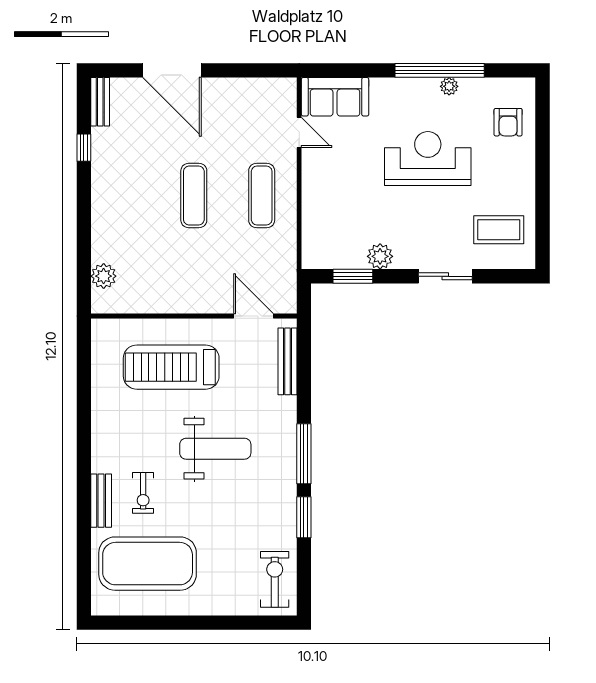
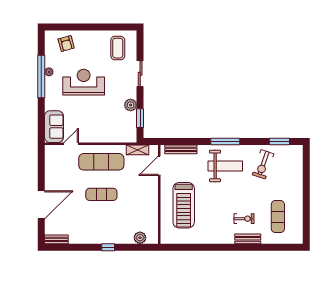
armchair: (508, 122) -> (66, 44), turned 75
window: (84, 148) -> (108, 247), moved
reception desk: (428, 159) -> (84, 82), turned 90
exercise mat: (262, 196) -> (101, 162), width x1.36, depth x1.45
shelving: (286, 271) -> (138, 150), added
weight bench: (215, 449) -> (225, 166), moved, turned 90
window: (304, 517) -> (279, 142), moved
exercise mat: (148, 564) -> (278, 217), width x0.50, depth x0.69
exercise bike: (275, 579) -> (263, 164), moved, turned -71

